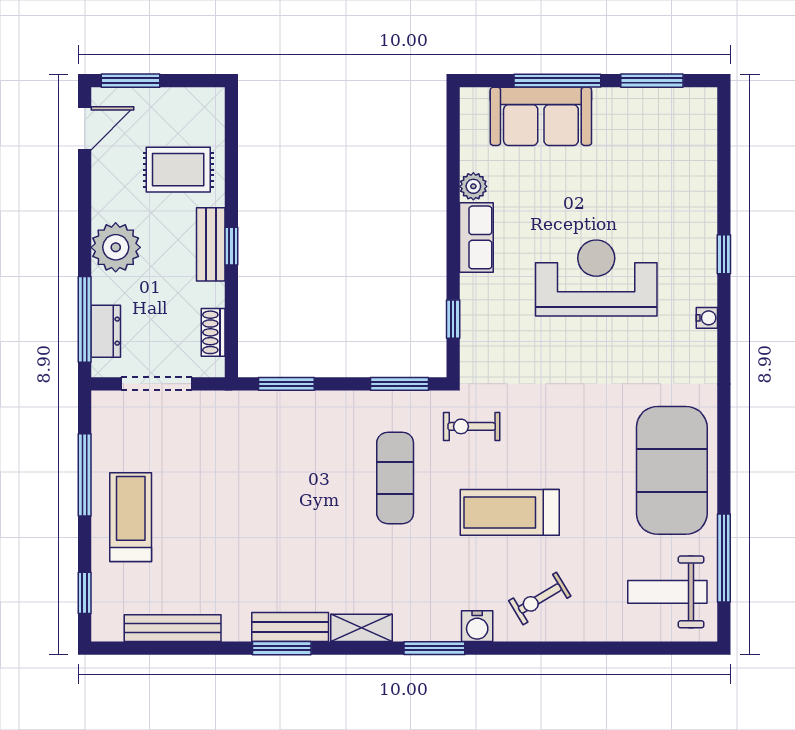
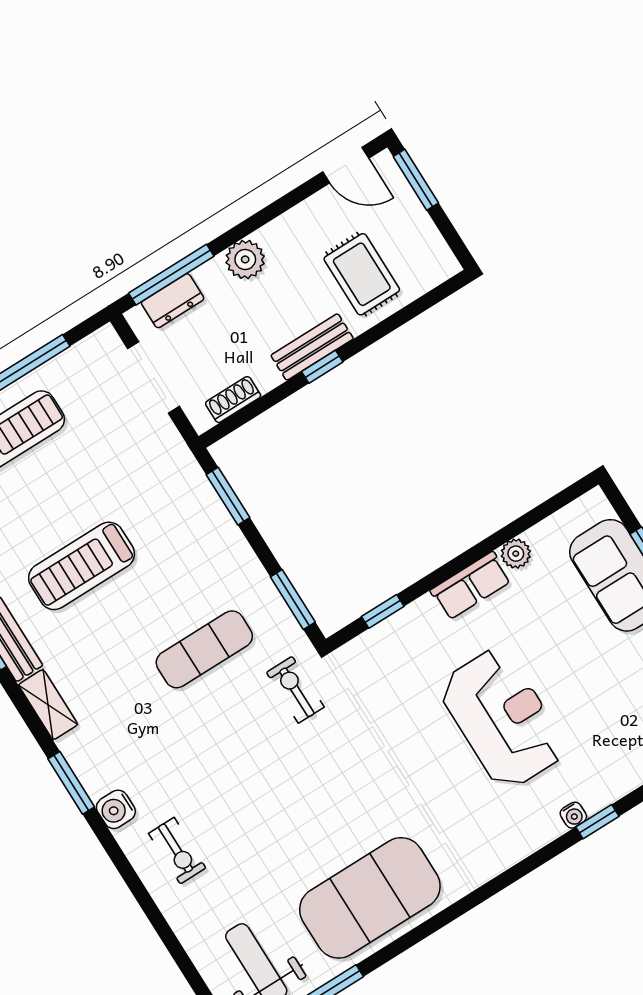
plant: (116, 247) -> (245, 259), width x0.73, depth x0.73
water cooler: (707, 318) -> (573, 815), moved
treadmill: (510, 512) -> (82, 566), moved, turned -90
exercise bike: (540, 598) -> (177, 851), turned -149

